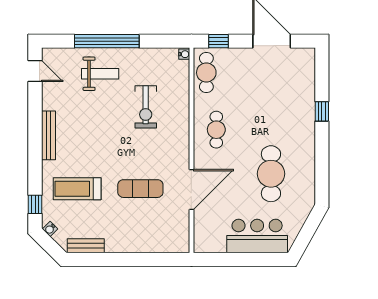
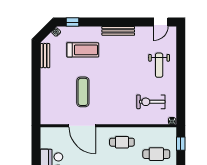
window: (107, 41) -> (181, 70), removed
cafe table: (206, 73) -> (156, 154), moved
exercise bike: (146, 107) -> (151, 102), moved
treadmill: (77, 189) -> (83, 50), turned 90

